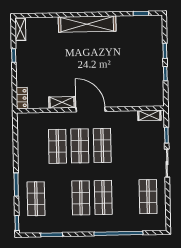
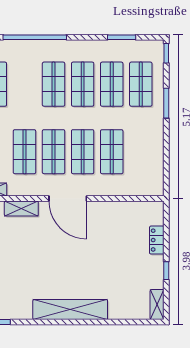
locker: (22, 98) -> (157, 240), moved
shelving: (62, 102) -> (21, 209), moved
shop shelf: (125, 145) -> (24, 152), added
shop shelf: (58, 198) -> (112, 84), added

